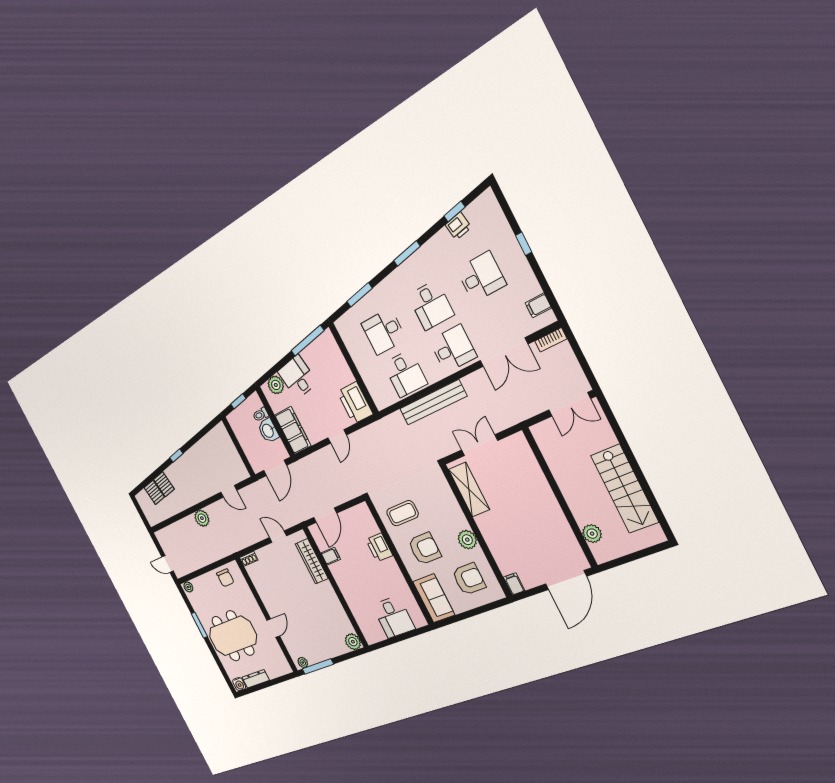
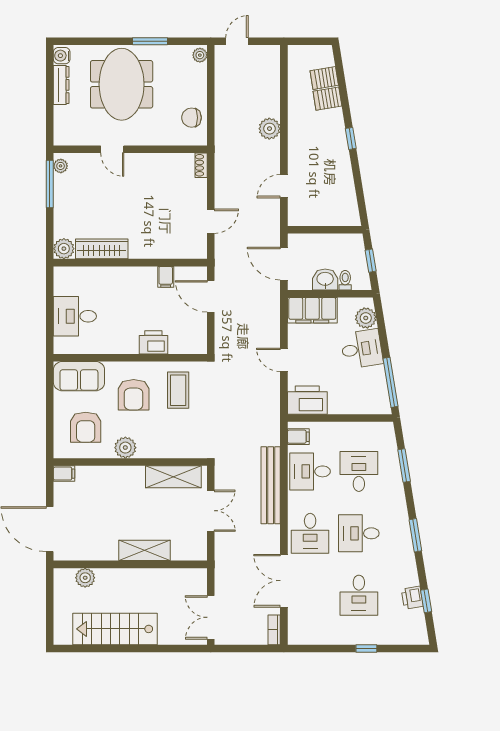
filing cabinet: (538, 305) -> (298, 437), moved, turned 90
shelving: (542, 490) -> (145, 550), added
wardrobe: (312, 561) -> (102, 249), moved

